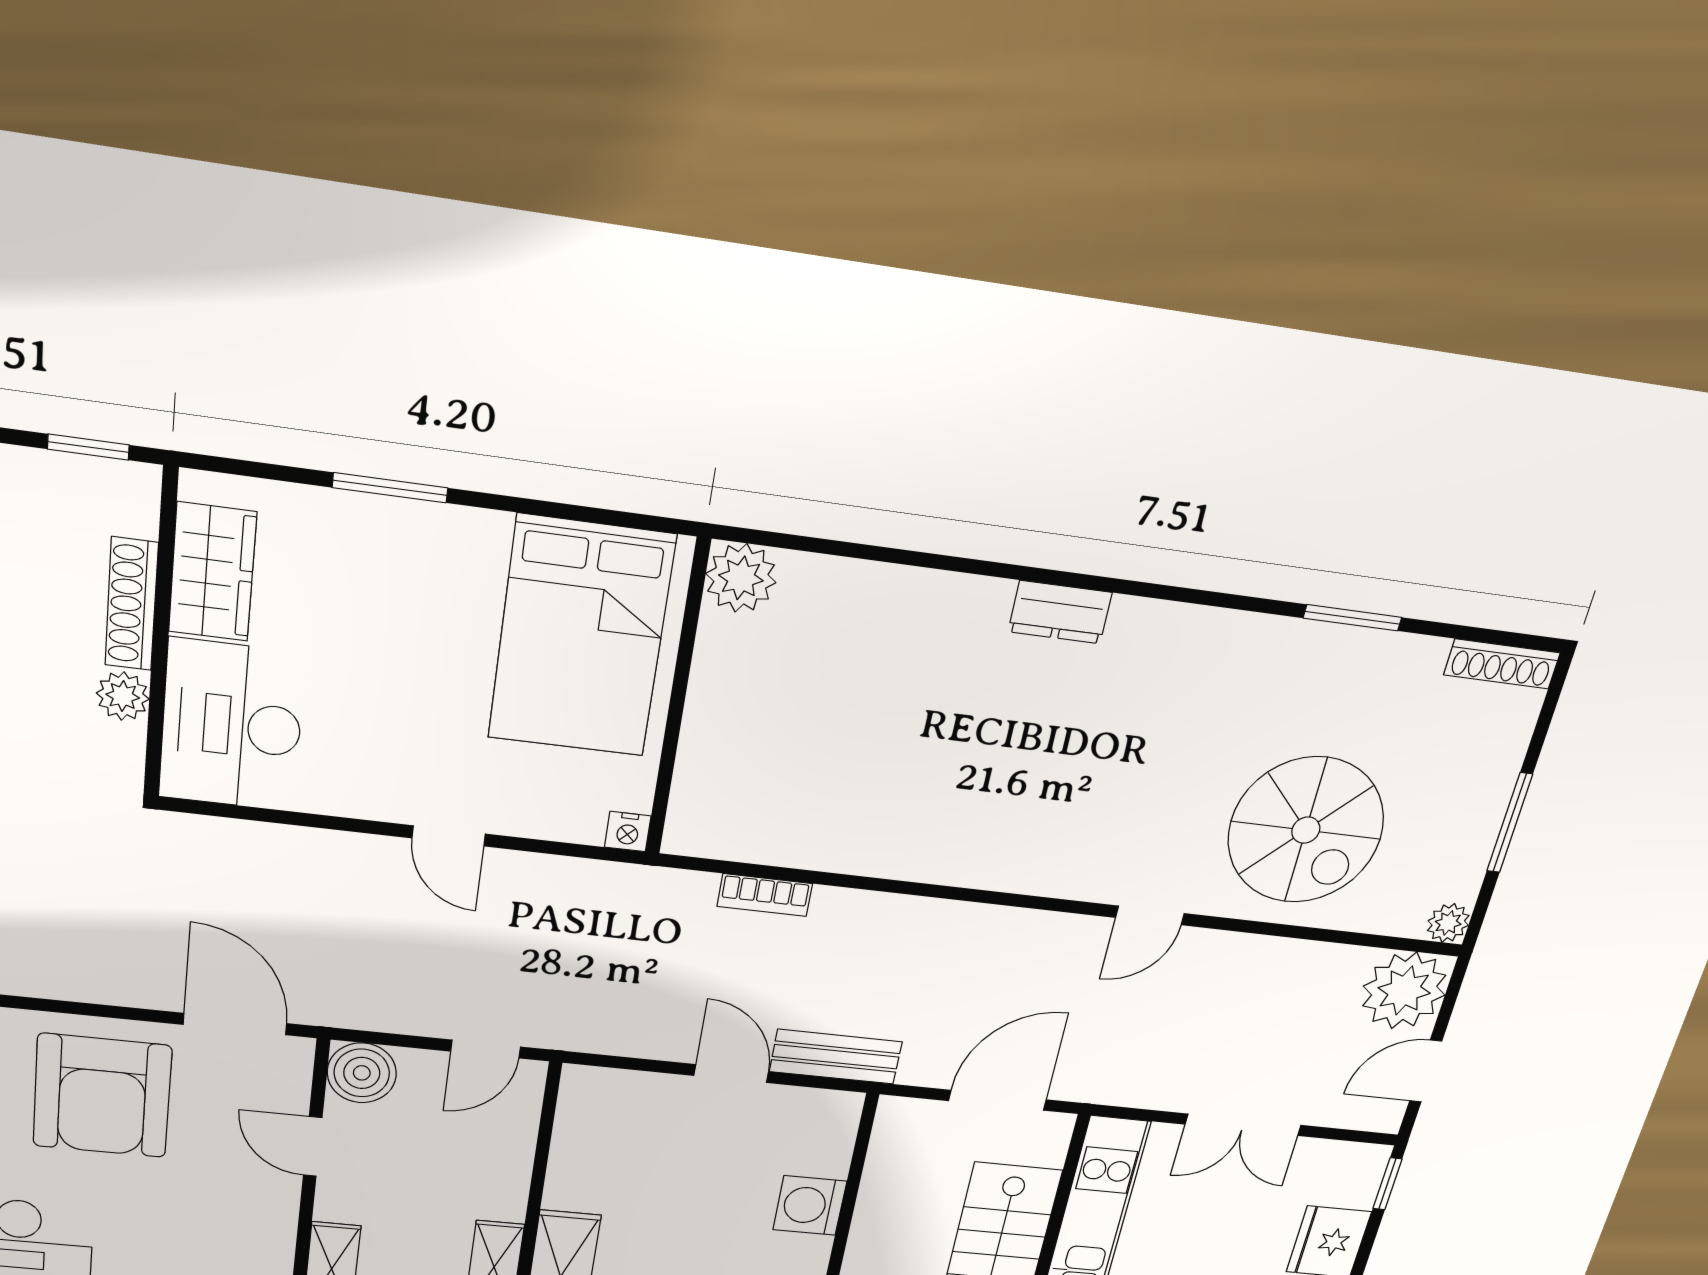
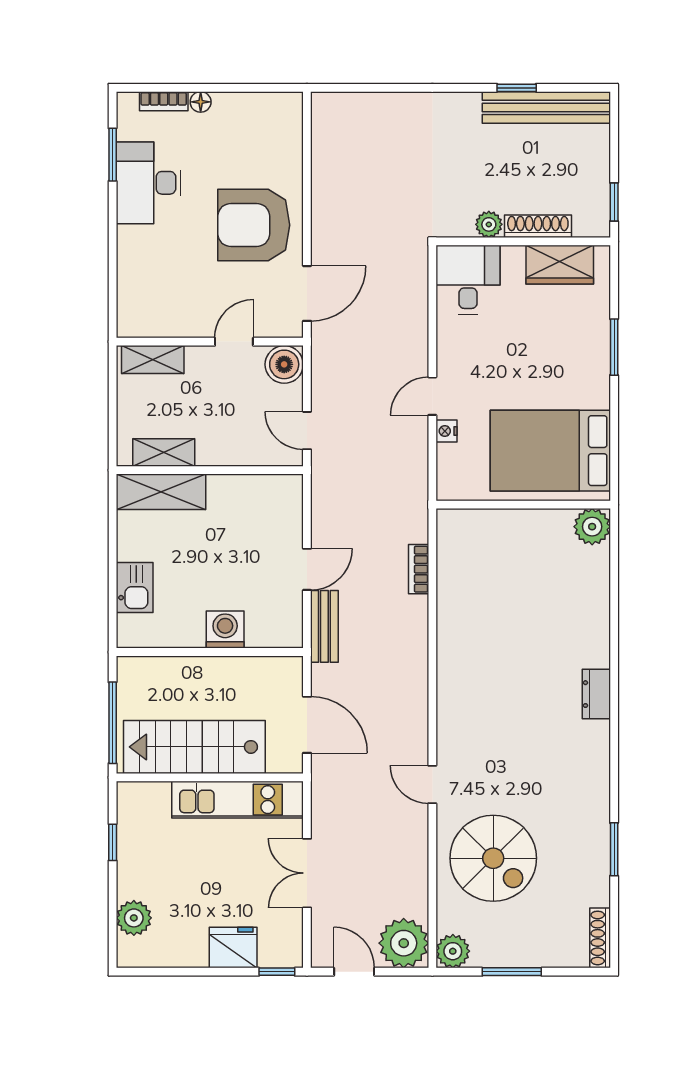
desk: (232, 726) -> (468, 280), width x0.73
spiral stairs: (1306, 830) -> (493, 858), turned -90
nightstand: (628, 832) -> (446, 431), moved
plant: (1448, 923) -> (453, 951), width x1.38, depth x1.38

